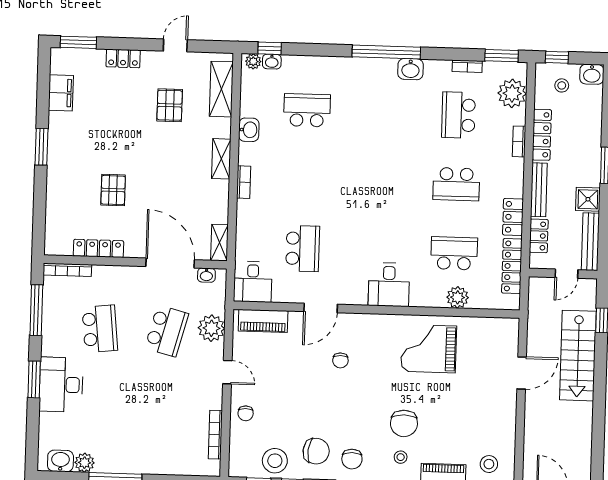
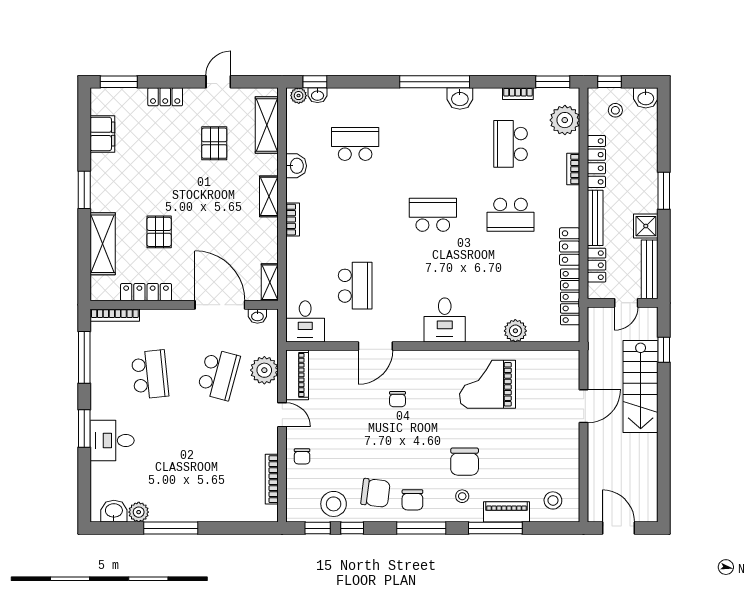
shelving: (58, 200) -> (103, 244), added
school desk: (454, 253) -> (433, 215), moved
piano: (263, 321) -> (297, 375), moved, turned -90
desk: (61, 385) -> (112, 440), width x0.73

